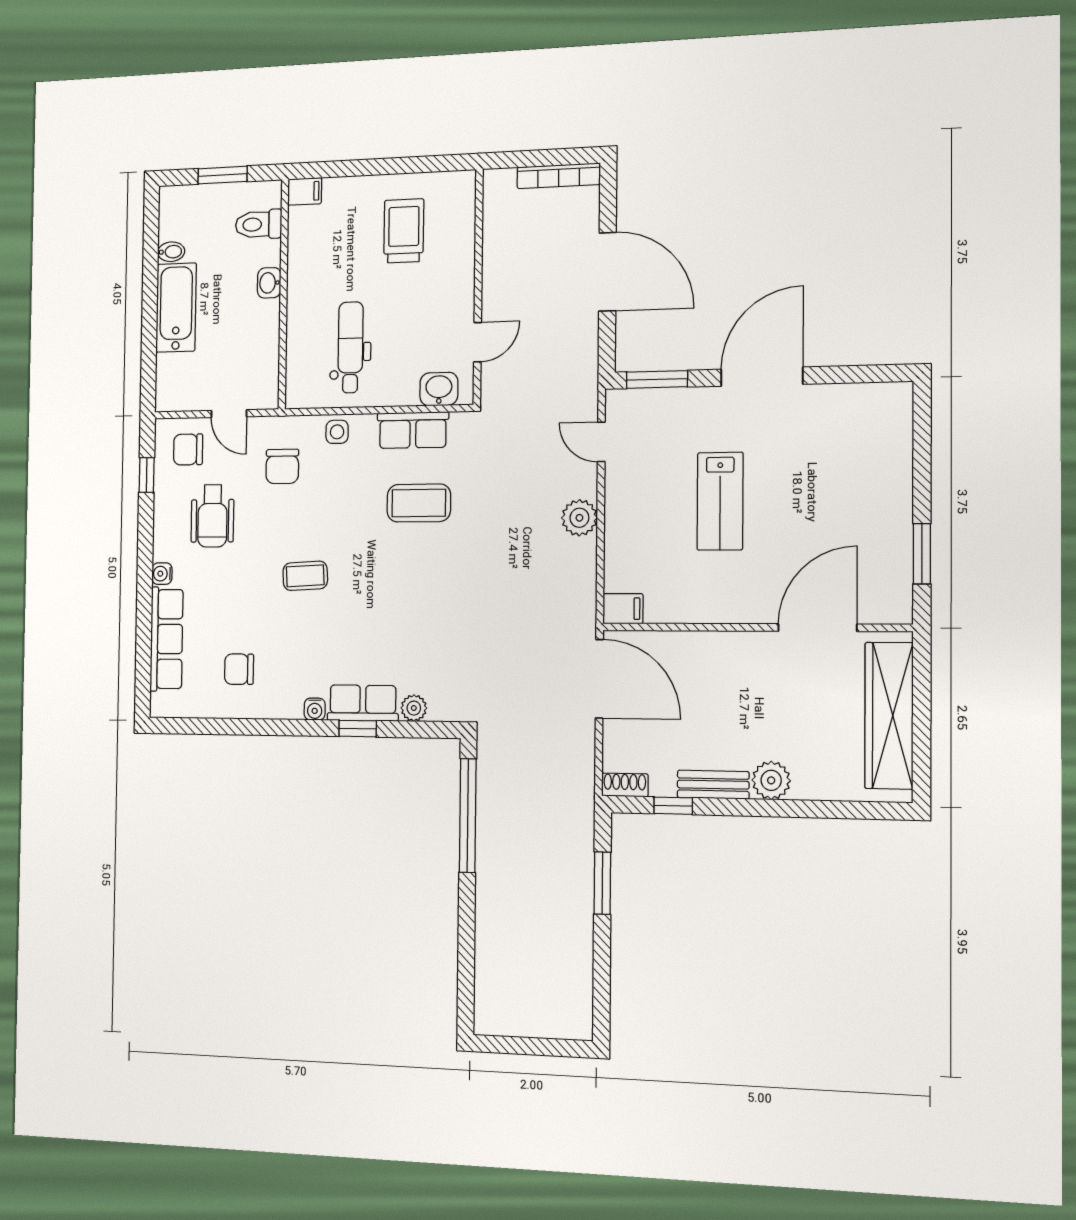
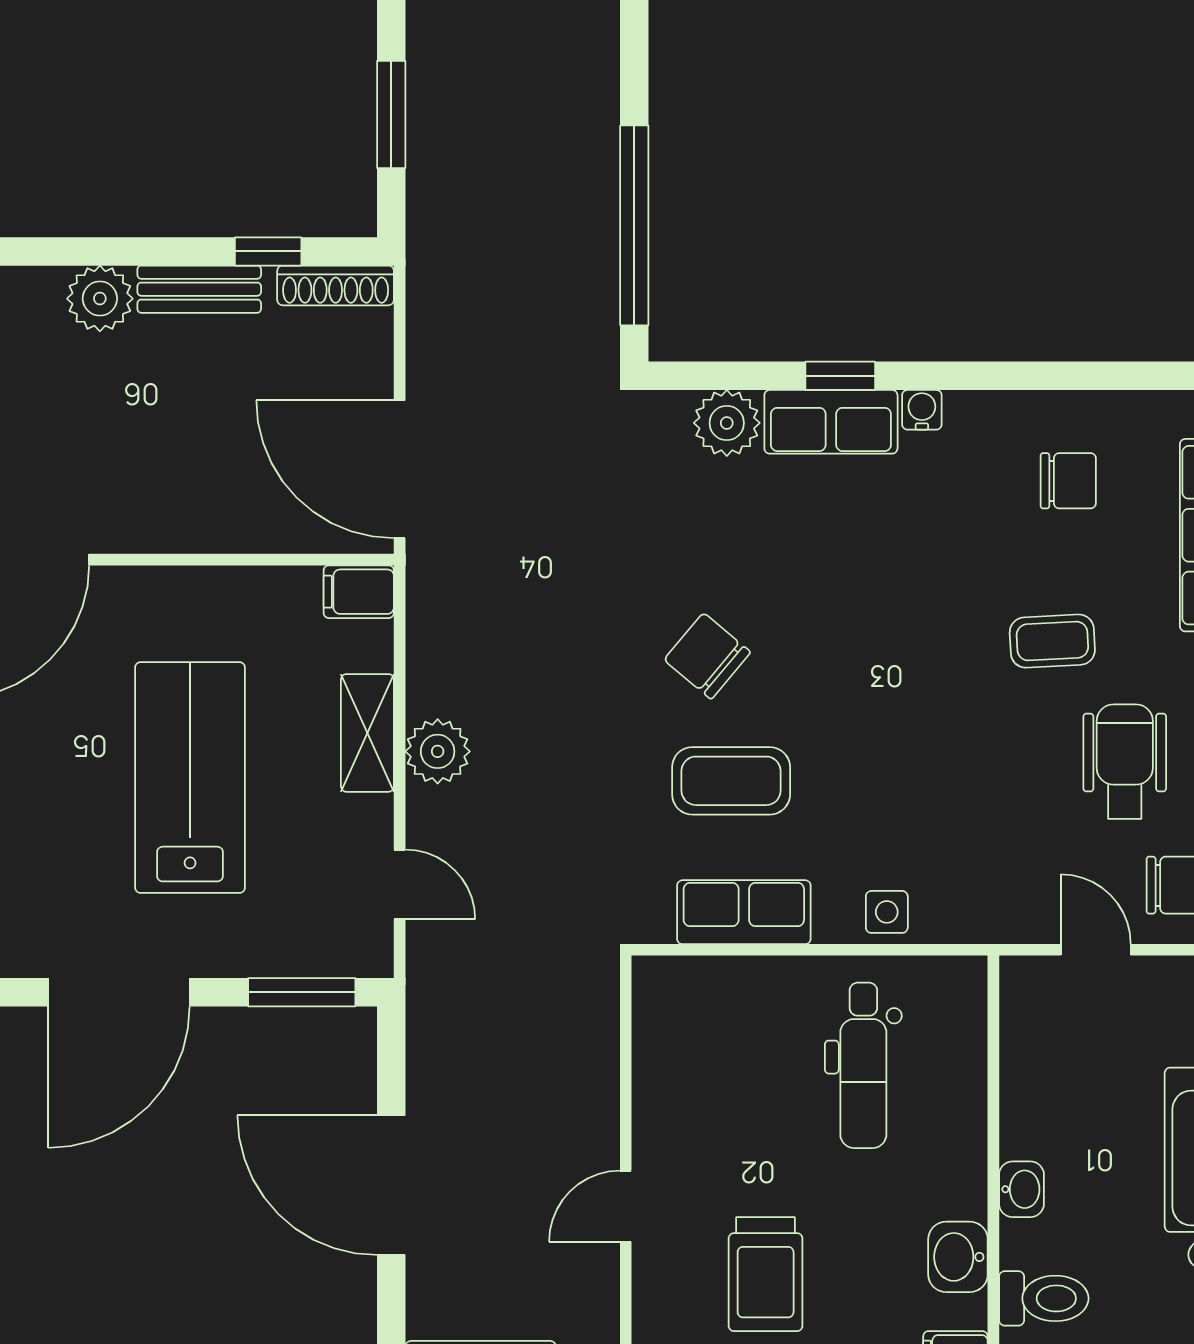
door: (478, 342) -> (626, 1206), moved
washbasin: (439, 389) -> (958, 1257), moved, turned 90
chair: (282, 466) -> (707, 656), moved, turned -50
lab bench: (720, 501) -> (190, 778), width x1.36, depth x1.39
shelving: (619, 528) -> (367, 733), added
coffee table: (305, 576) -> (1052, 641), moved
plant: (414, 708) -> (727, 423), width x1.38, depth x1.38
shoe rack: (625, 785) -> (336, 285), width x1.43

